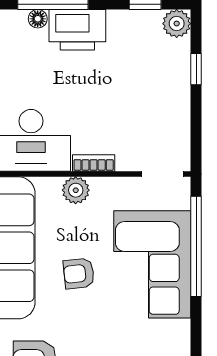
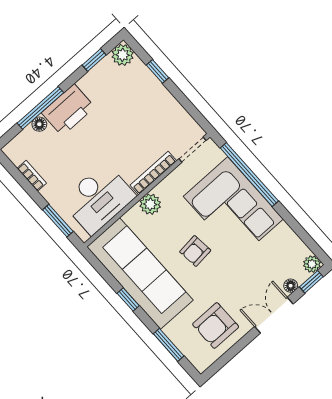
bookcase: (94, 163) -> (153, 173), width x1.56

